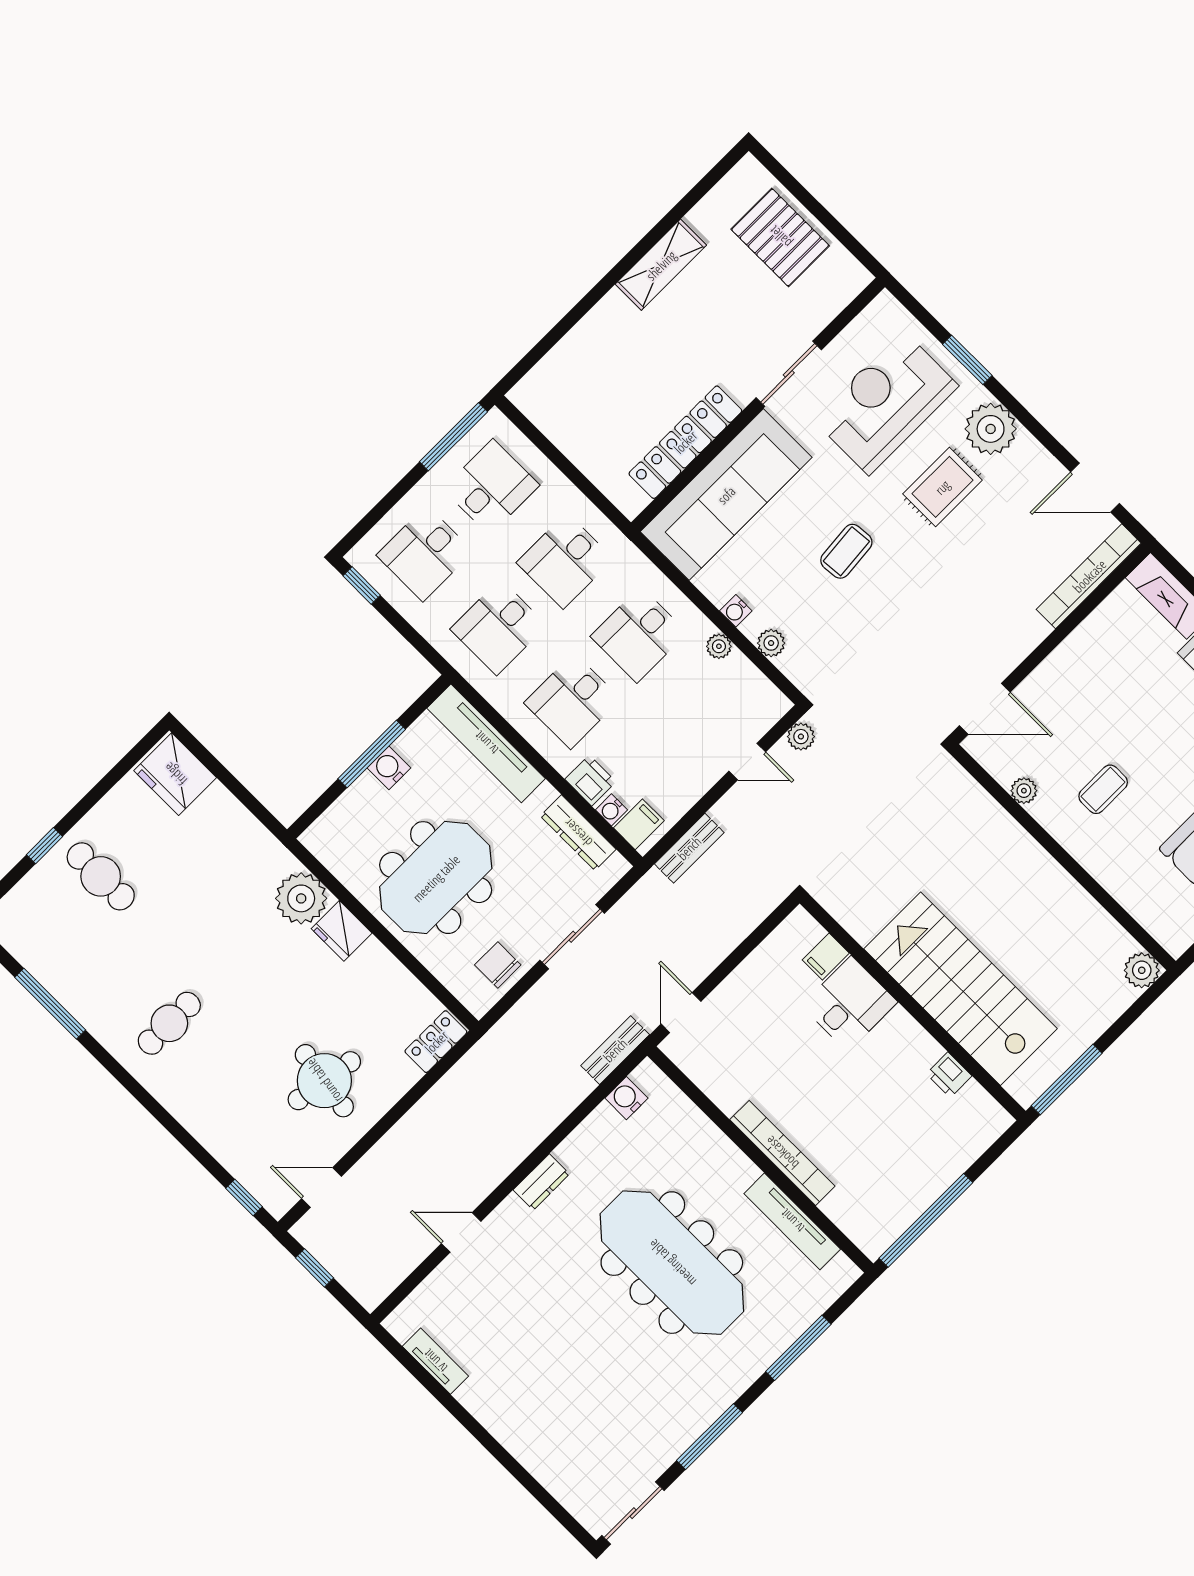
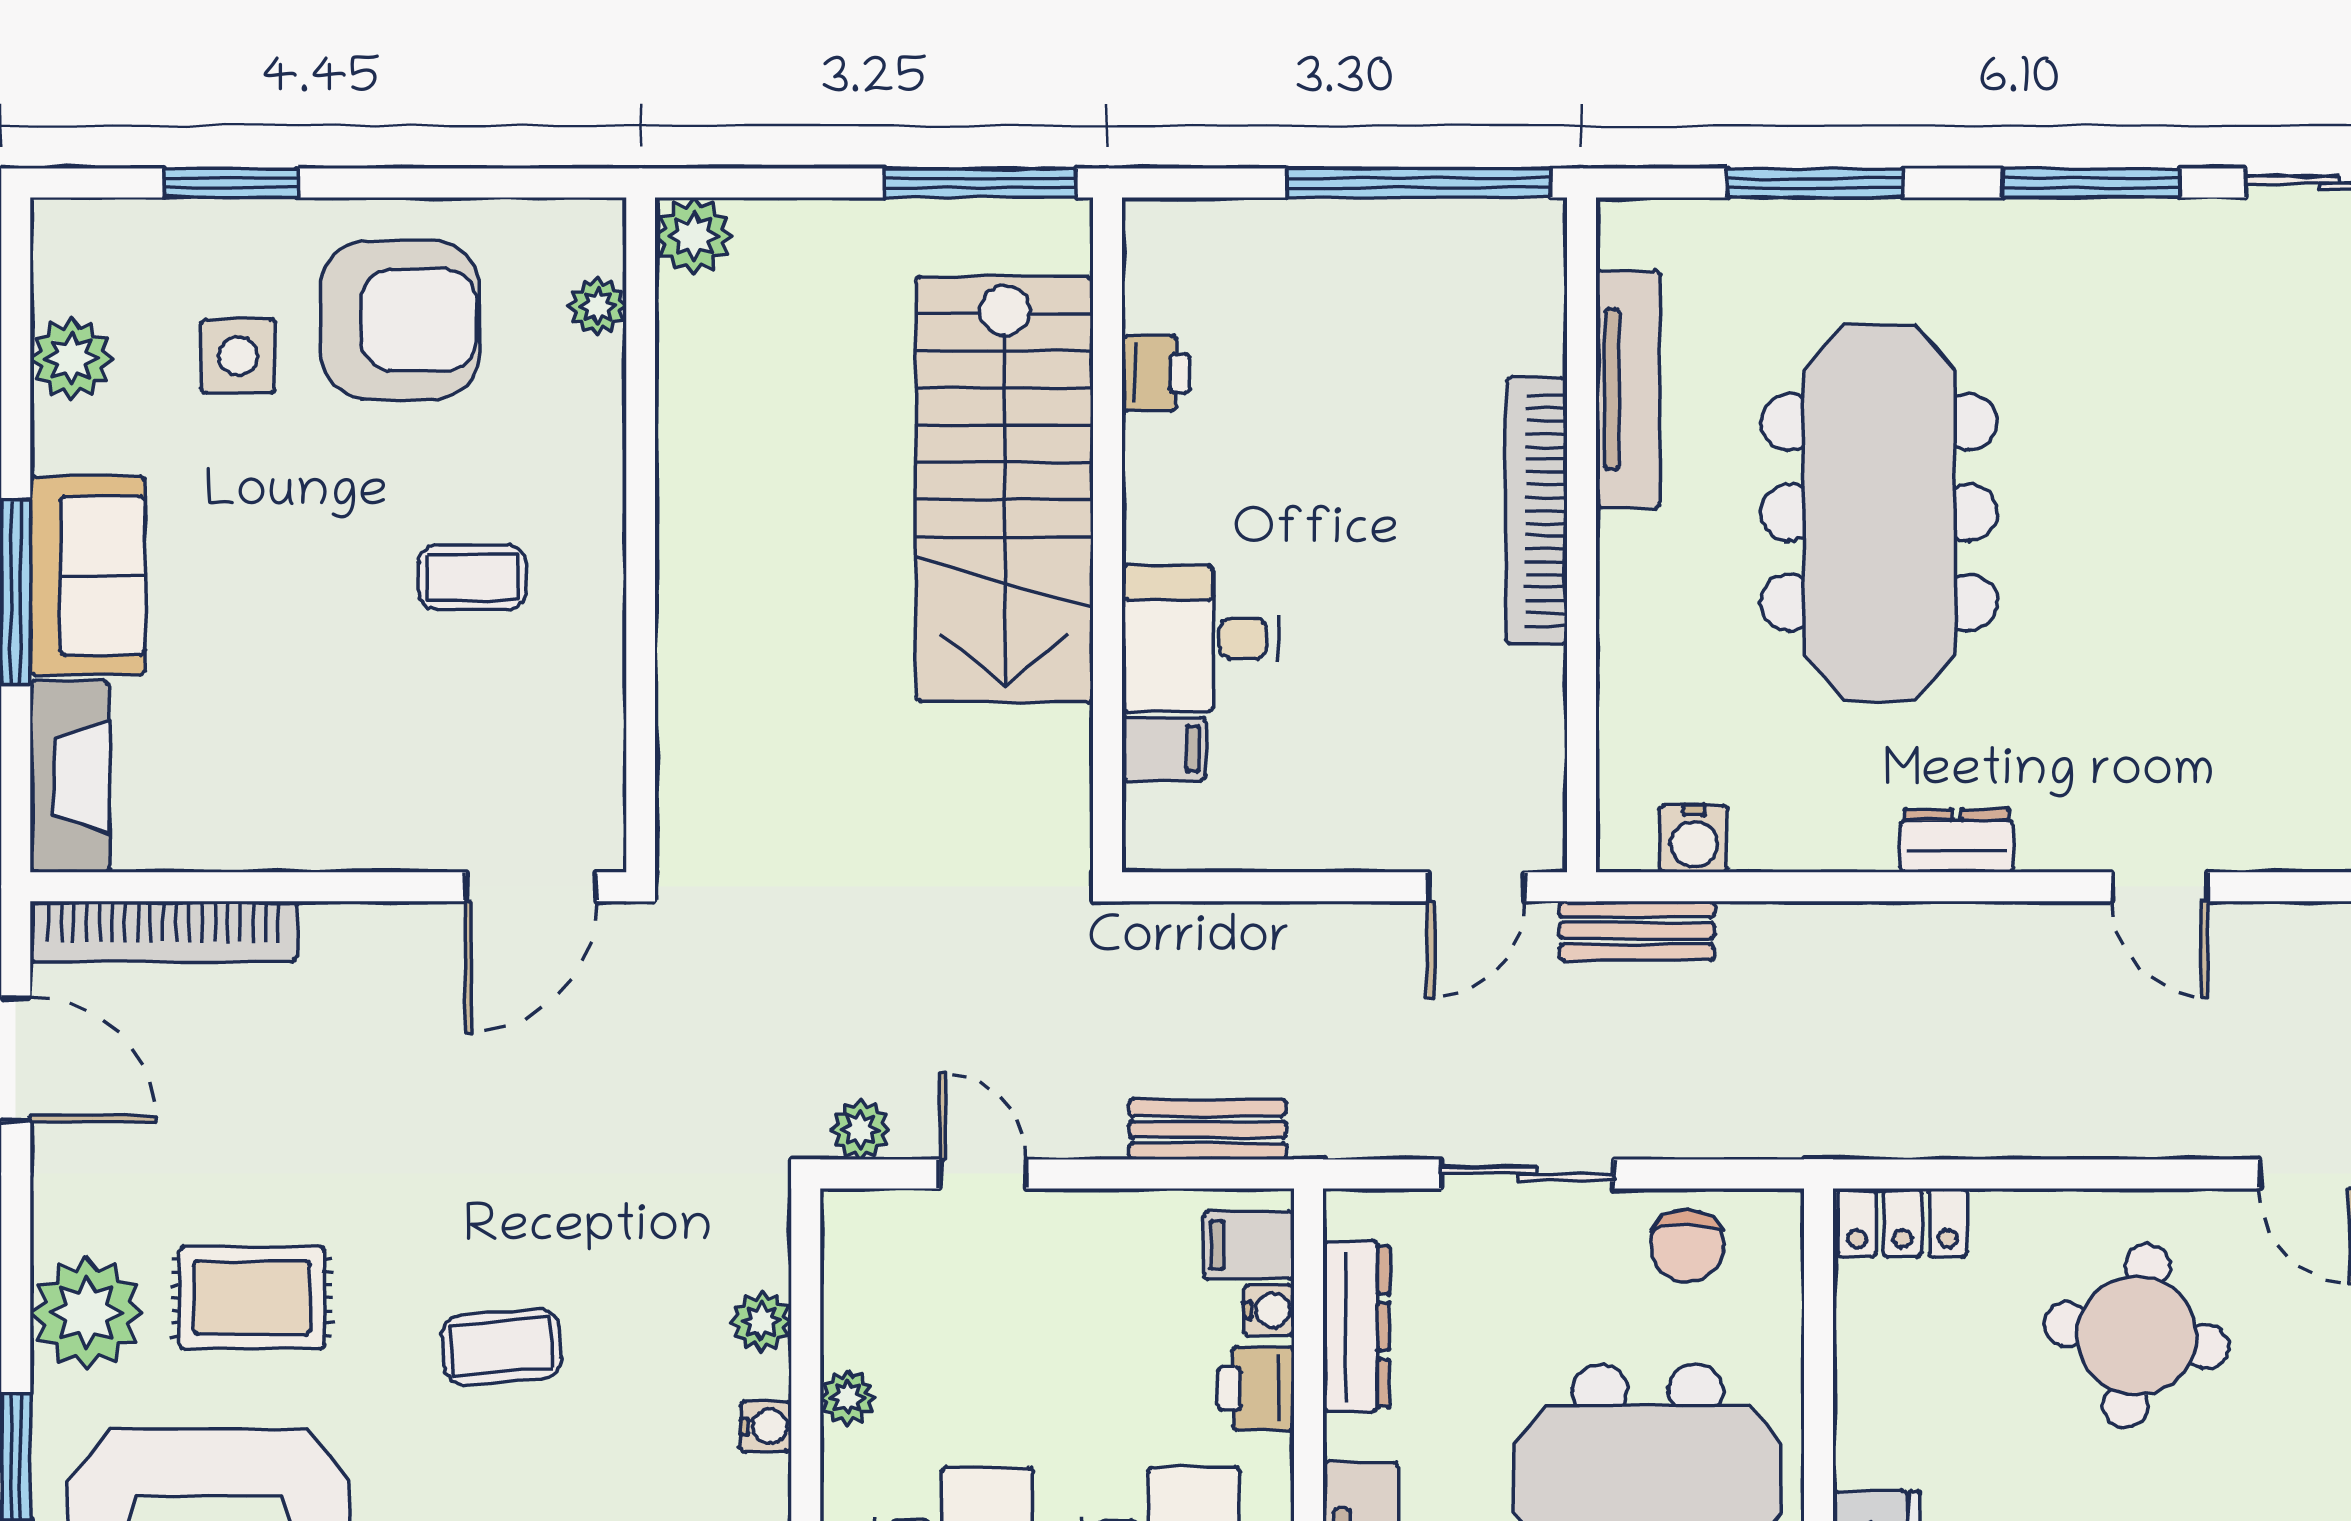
door: (985, 709) -> (531, 887), swing flipped
plant: (1024, 791) -> (598, 306), moved

